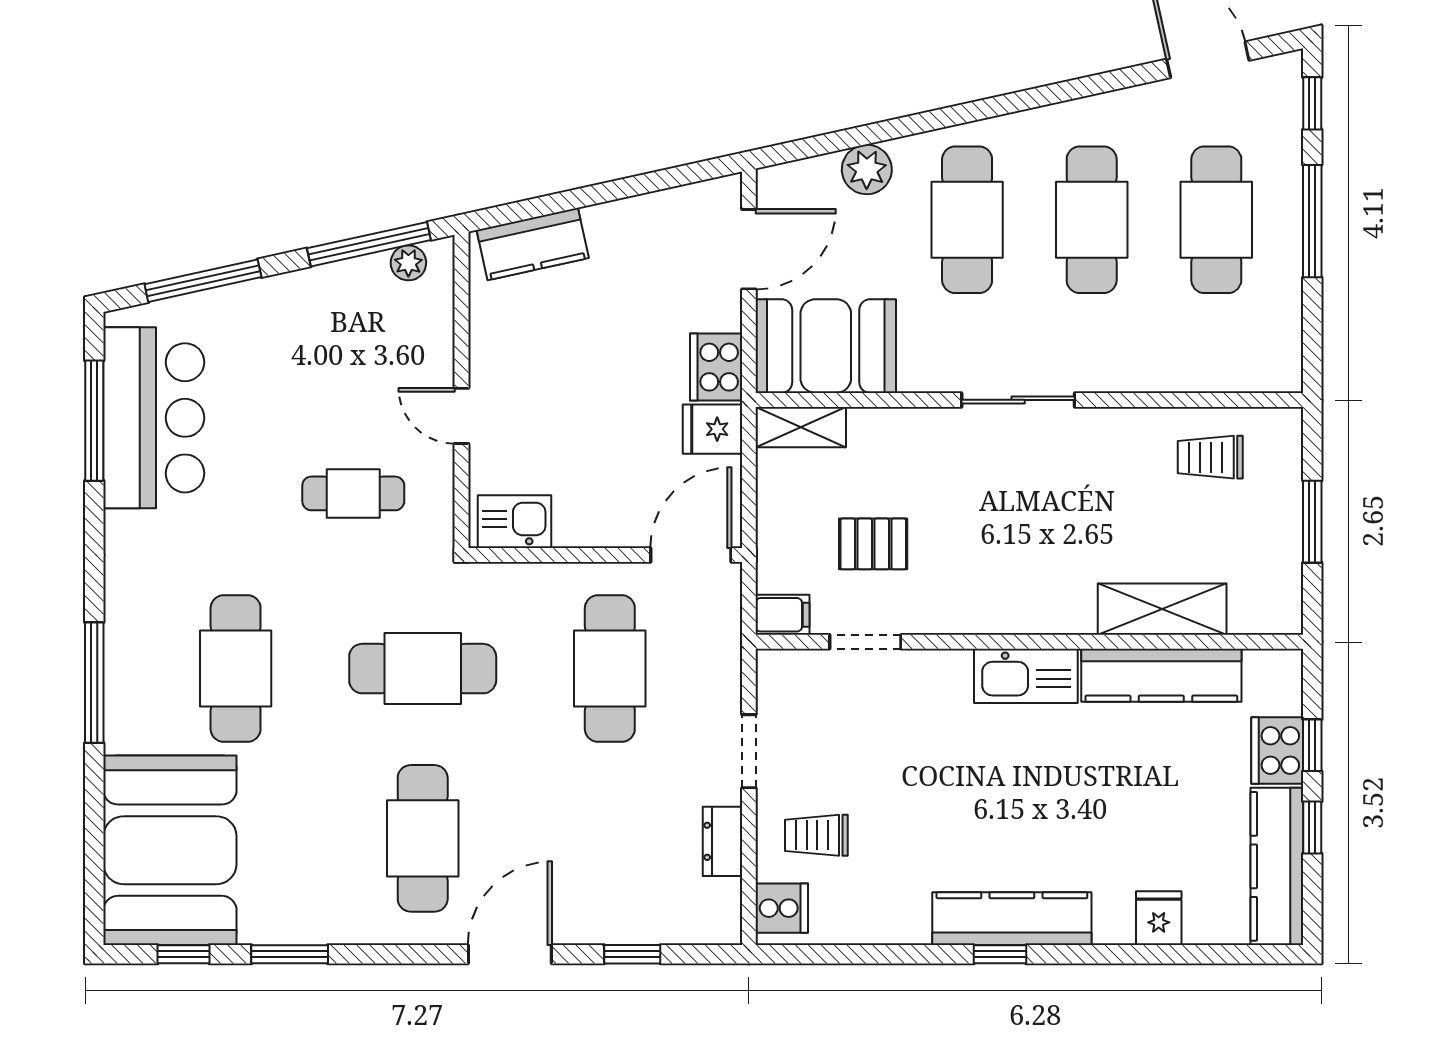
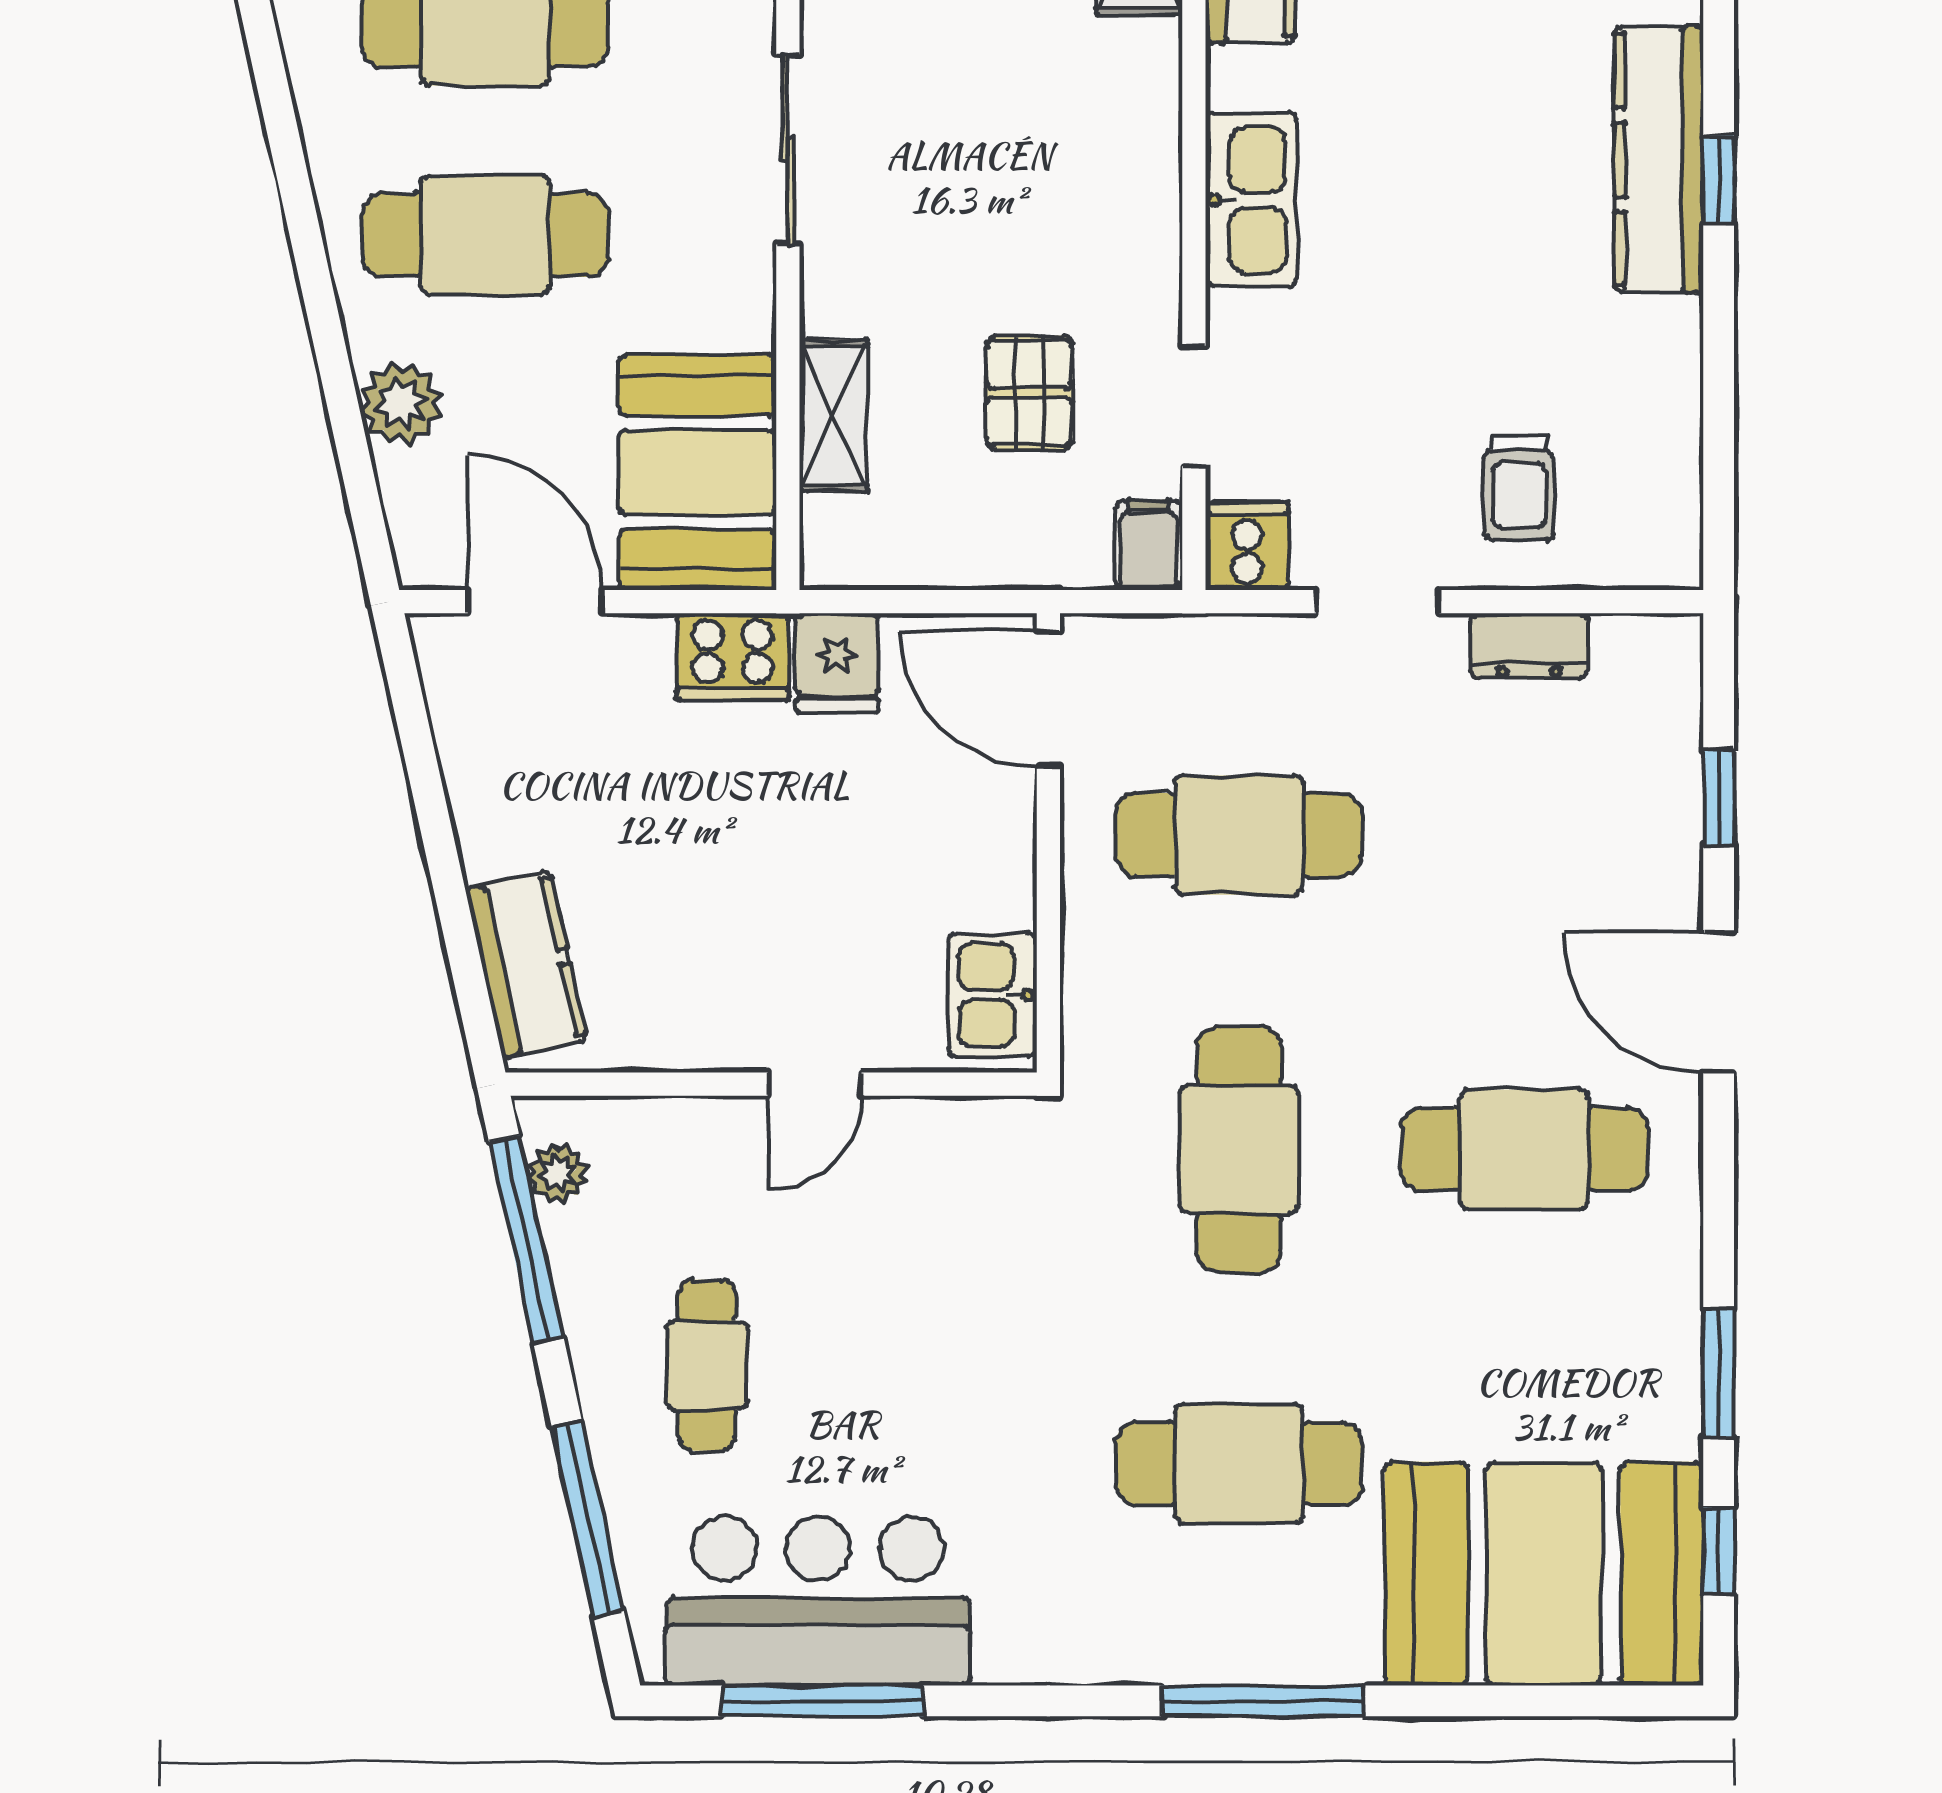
shelving: (801, 427) -> (833, 415), moved
cafe table: (353, 493) -> (707, 1365), moved
kitchen sink: (1026, 676) -> (1251, 200), moved
cooker: (782, 908) -> (1247, 546), moved

